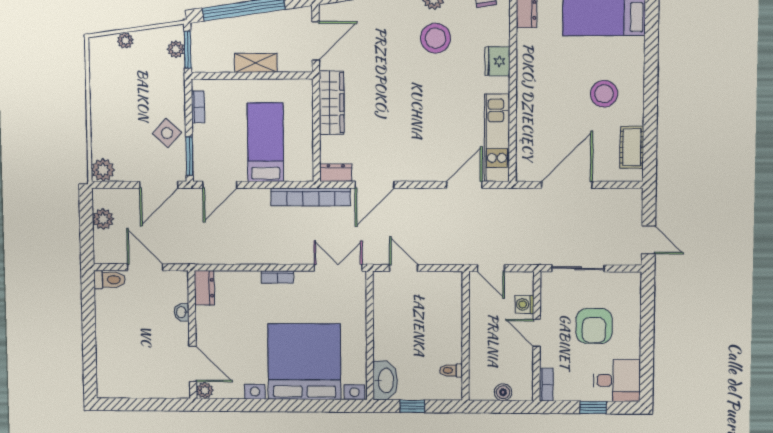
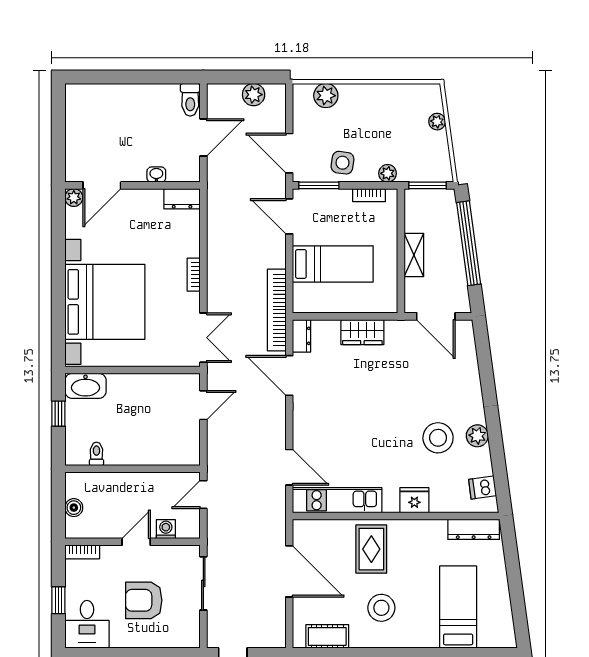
plant: (176, 49) -> (388, 173), moved
wardrobe: (332, 103) -> (362, 332), width x0.67
rug: (546, 104) -> (371, 549), added
side table: (167, 133) -> (342, 163), turned -35
plant: (103, 170) -> (326, 96), moved

